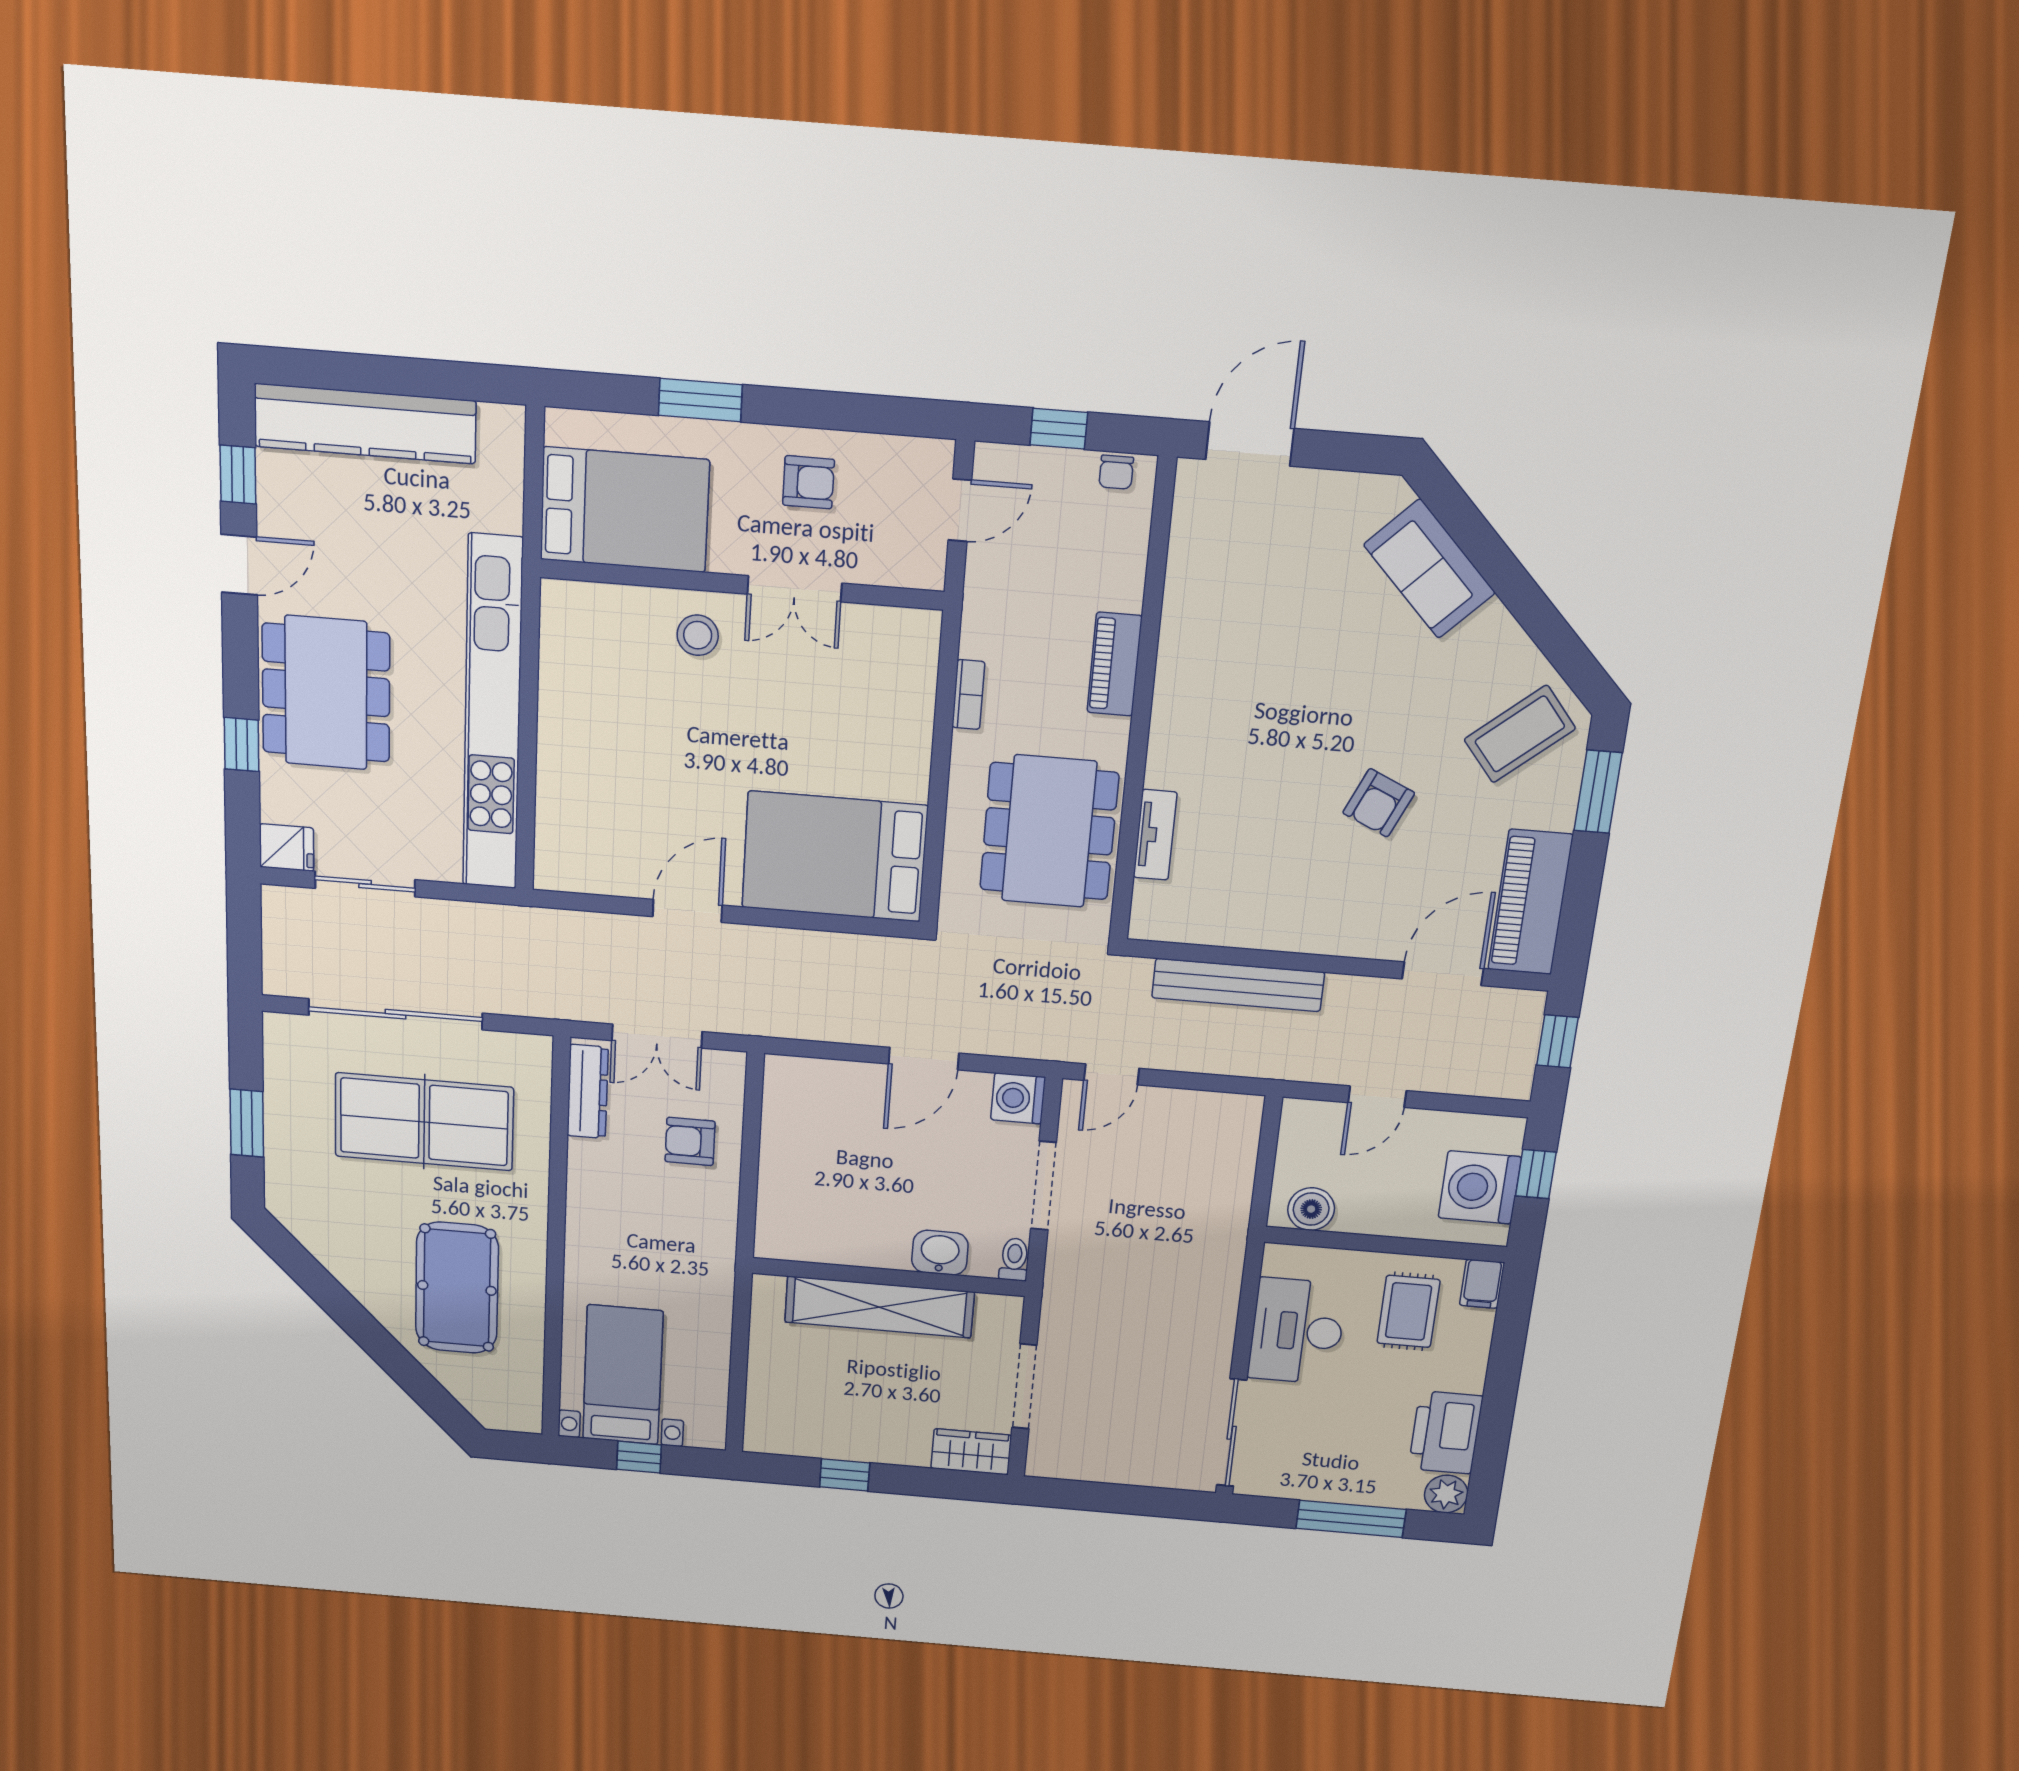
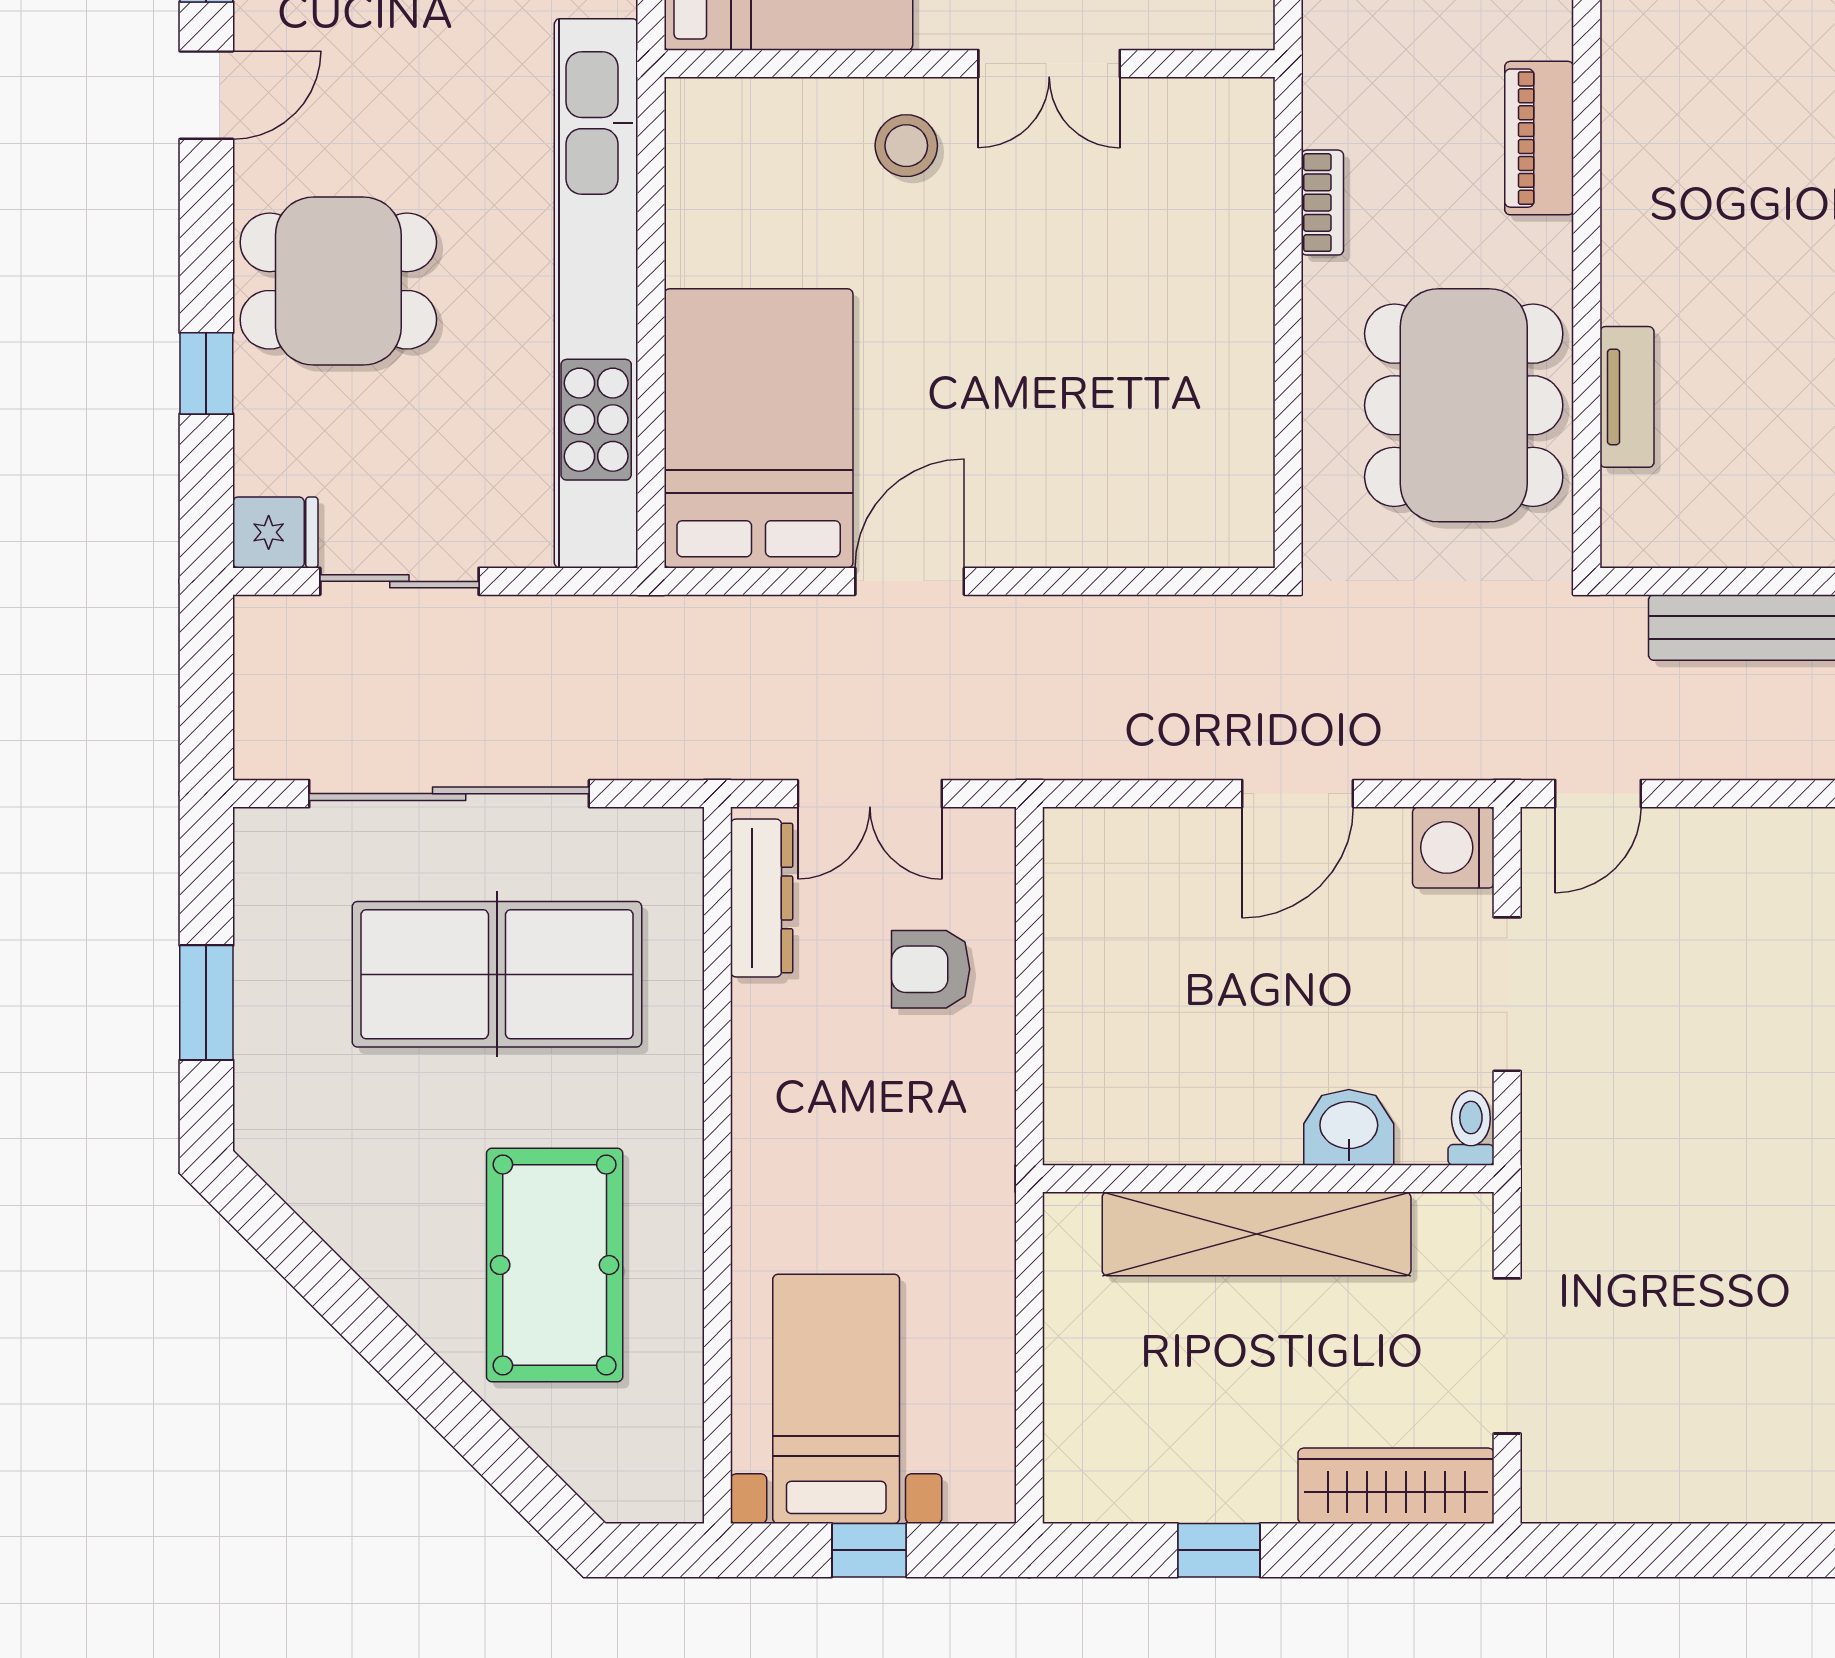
dining table: (326, 693) -> (338, 281), width x0.73
bed: (835, 857) -> (759, 428), moved, turned 90
wardrobe: (971, 1452) -> (1396, 1486), width x1.50

